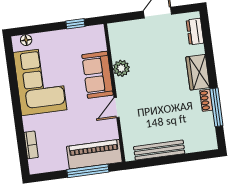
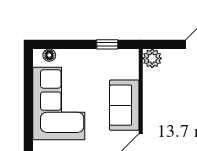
plant: (121, 68) -> (152, 58), moved

